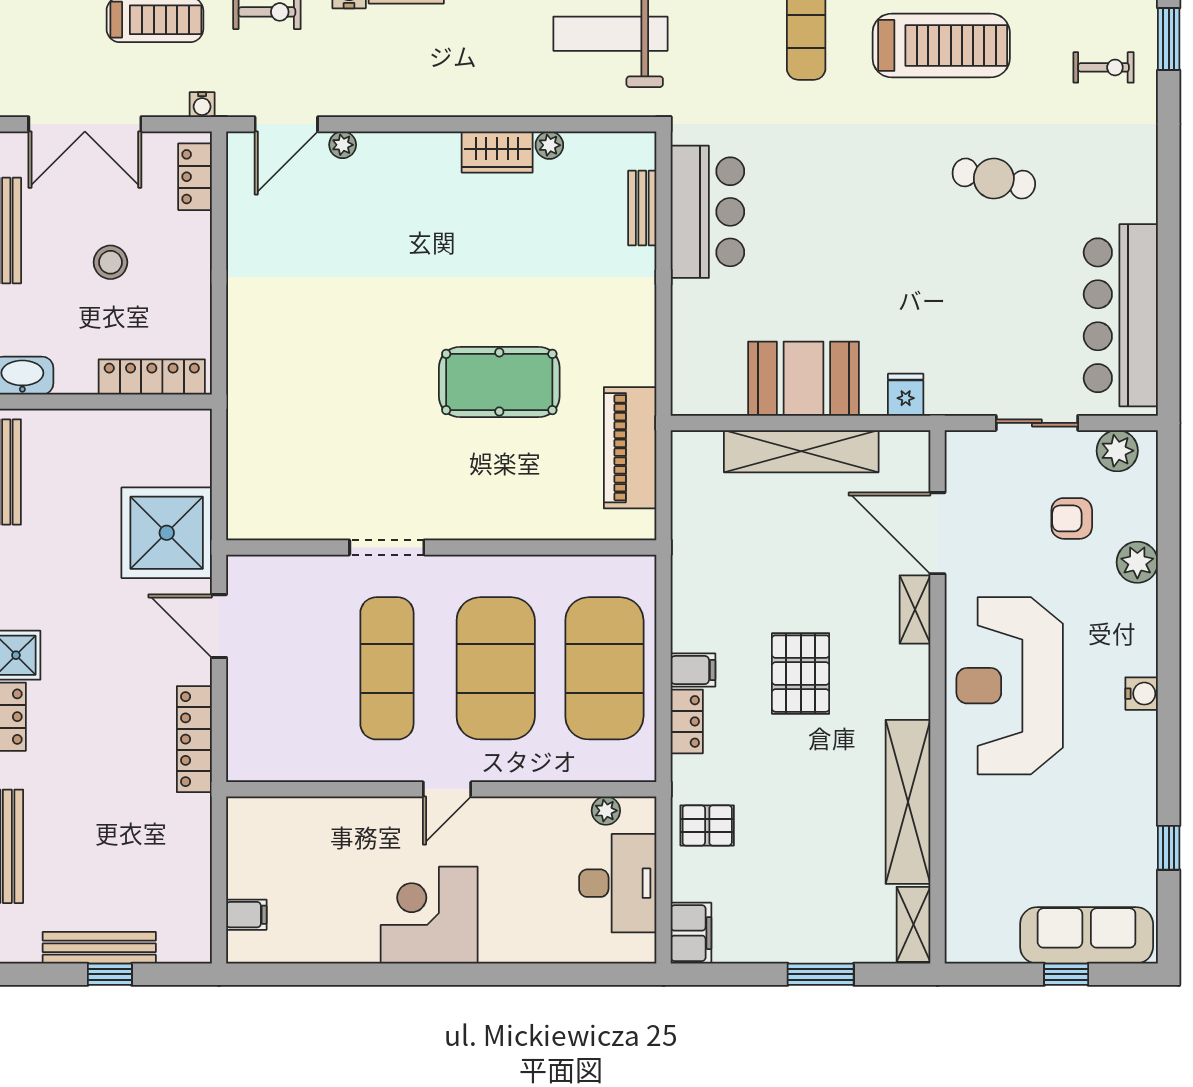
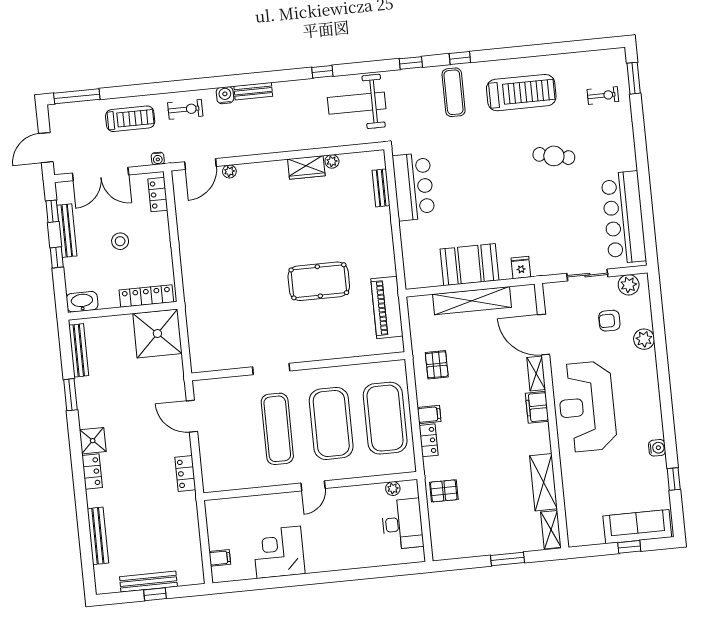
shower: (167, 533) -> (157, 333), moved
pallet: (801, 674) -> (437, 365), moved, width x0.67, depth x0.71
water cooler: (1142, 694) -> (657, 448), moved
locker: (194, 739) -> (185, 473), width x0.66
shelving: (908, 802) -> (543, 482), width x0.68
corner desk: (429, 915) -> (279, 552), moved
filing cabinet: (691, 933) -> (537, 407), moved, turned 180

